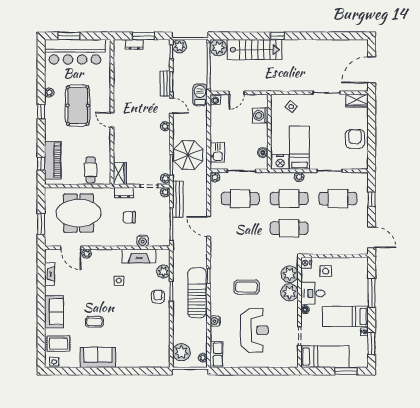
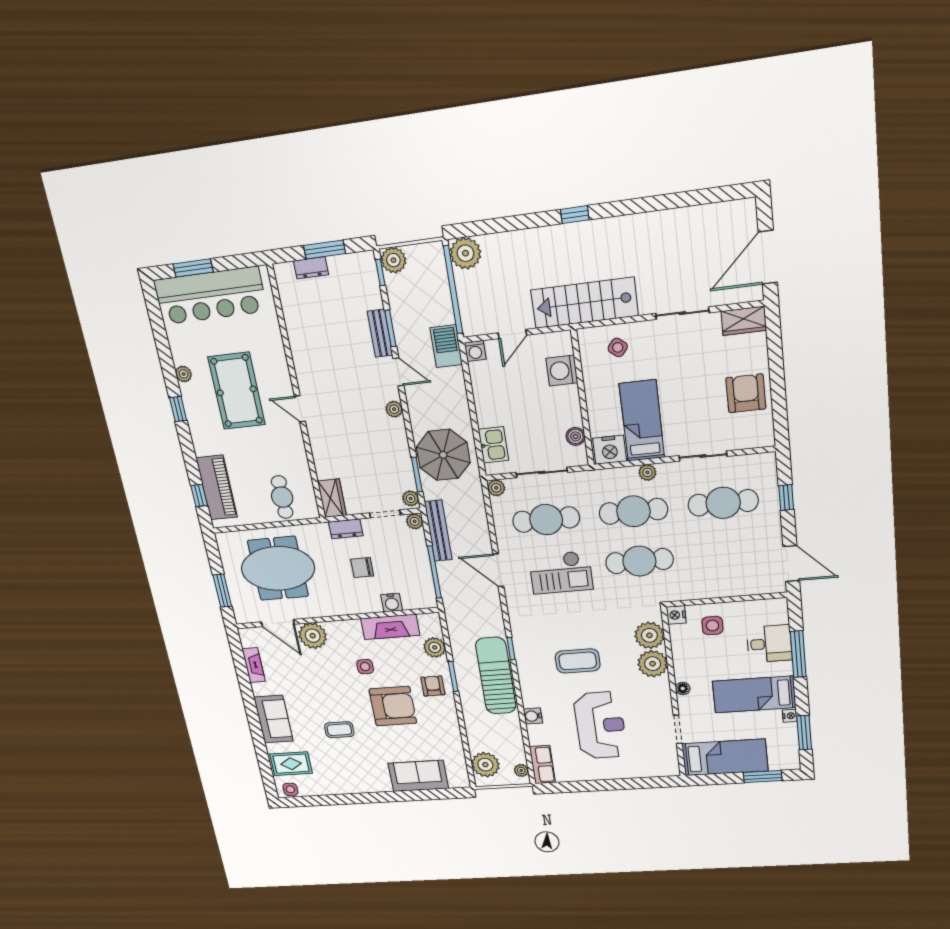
stairs: (255, 50) -> (584, 303), moved, turned 180
checkout: (244, 231) -> (561, 572), added
plant: (87, 254) -> (313, 636), width x1.88, depth x1.88
desk: (313, 293) -> (769, 644), moved, turned 180
armchair: (131, 308) -> (393, 706), added
sofa: (98, 357) -> (418, 776), moved

